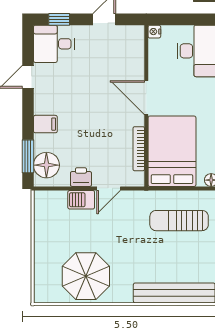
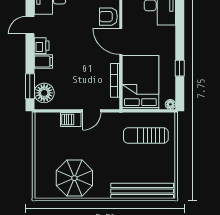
armchair: (130, 65) -> (108, 17), added
printer: (81, 177) -> (42, 46), moved, turned 90

